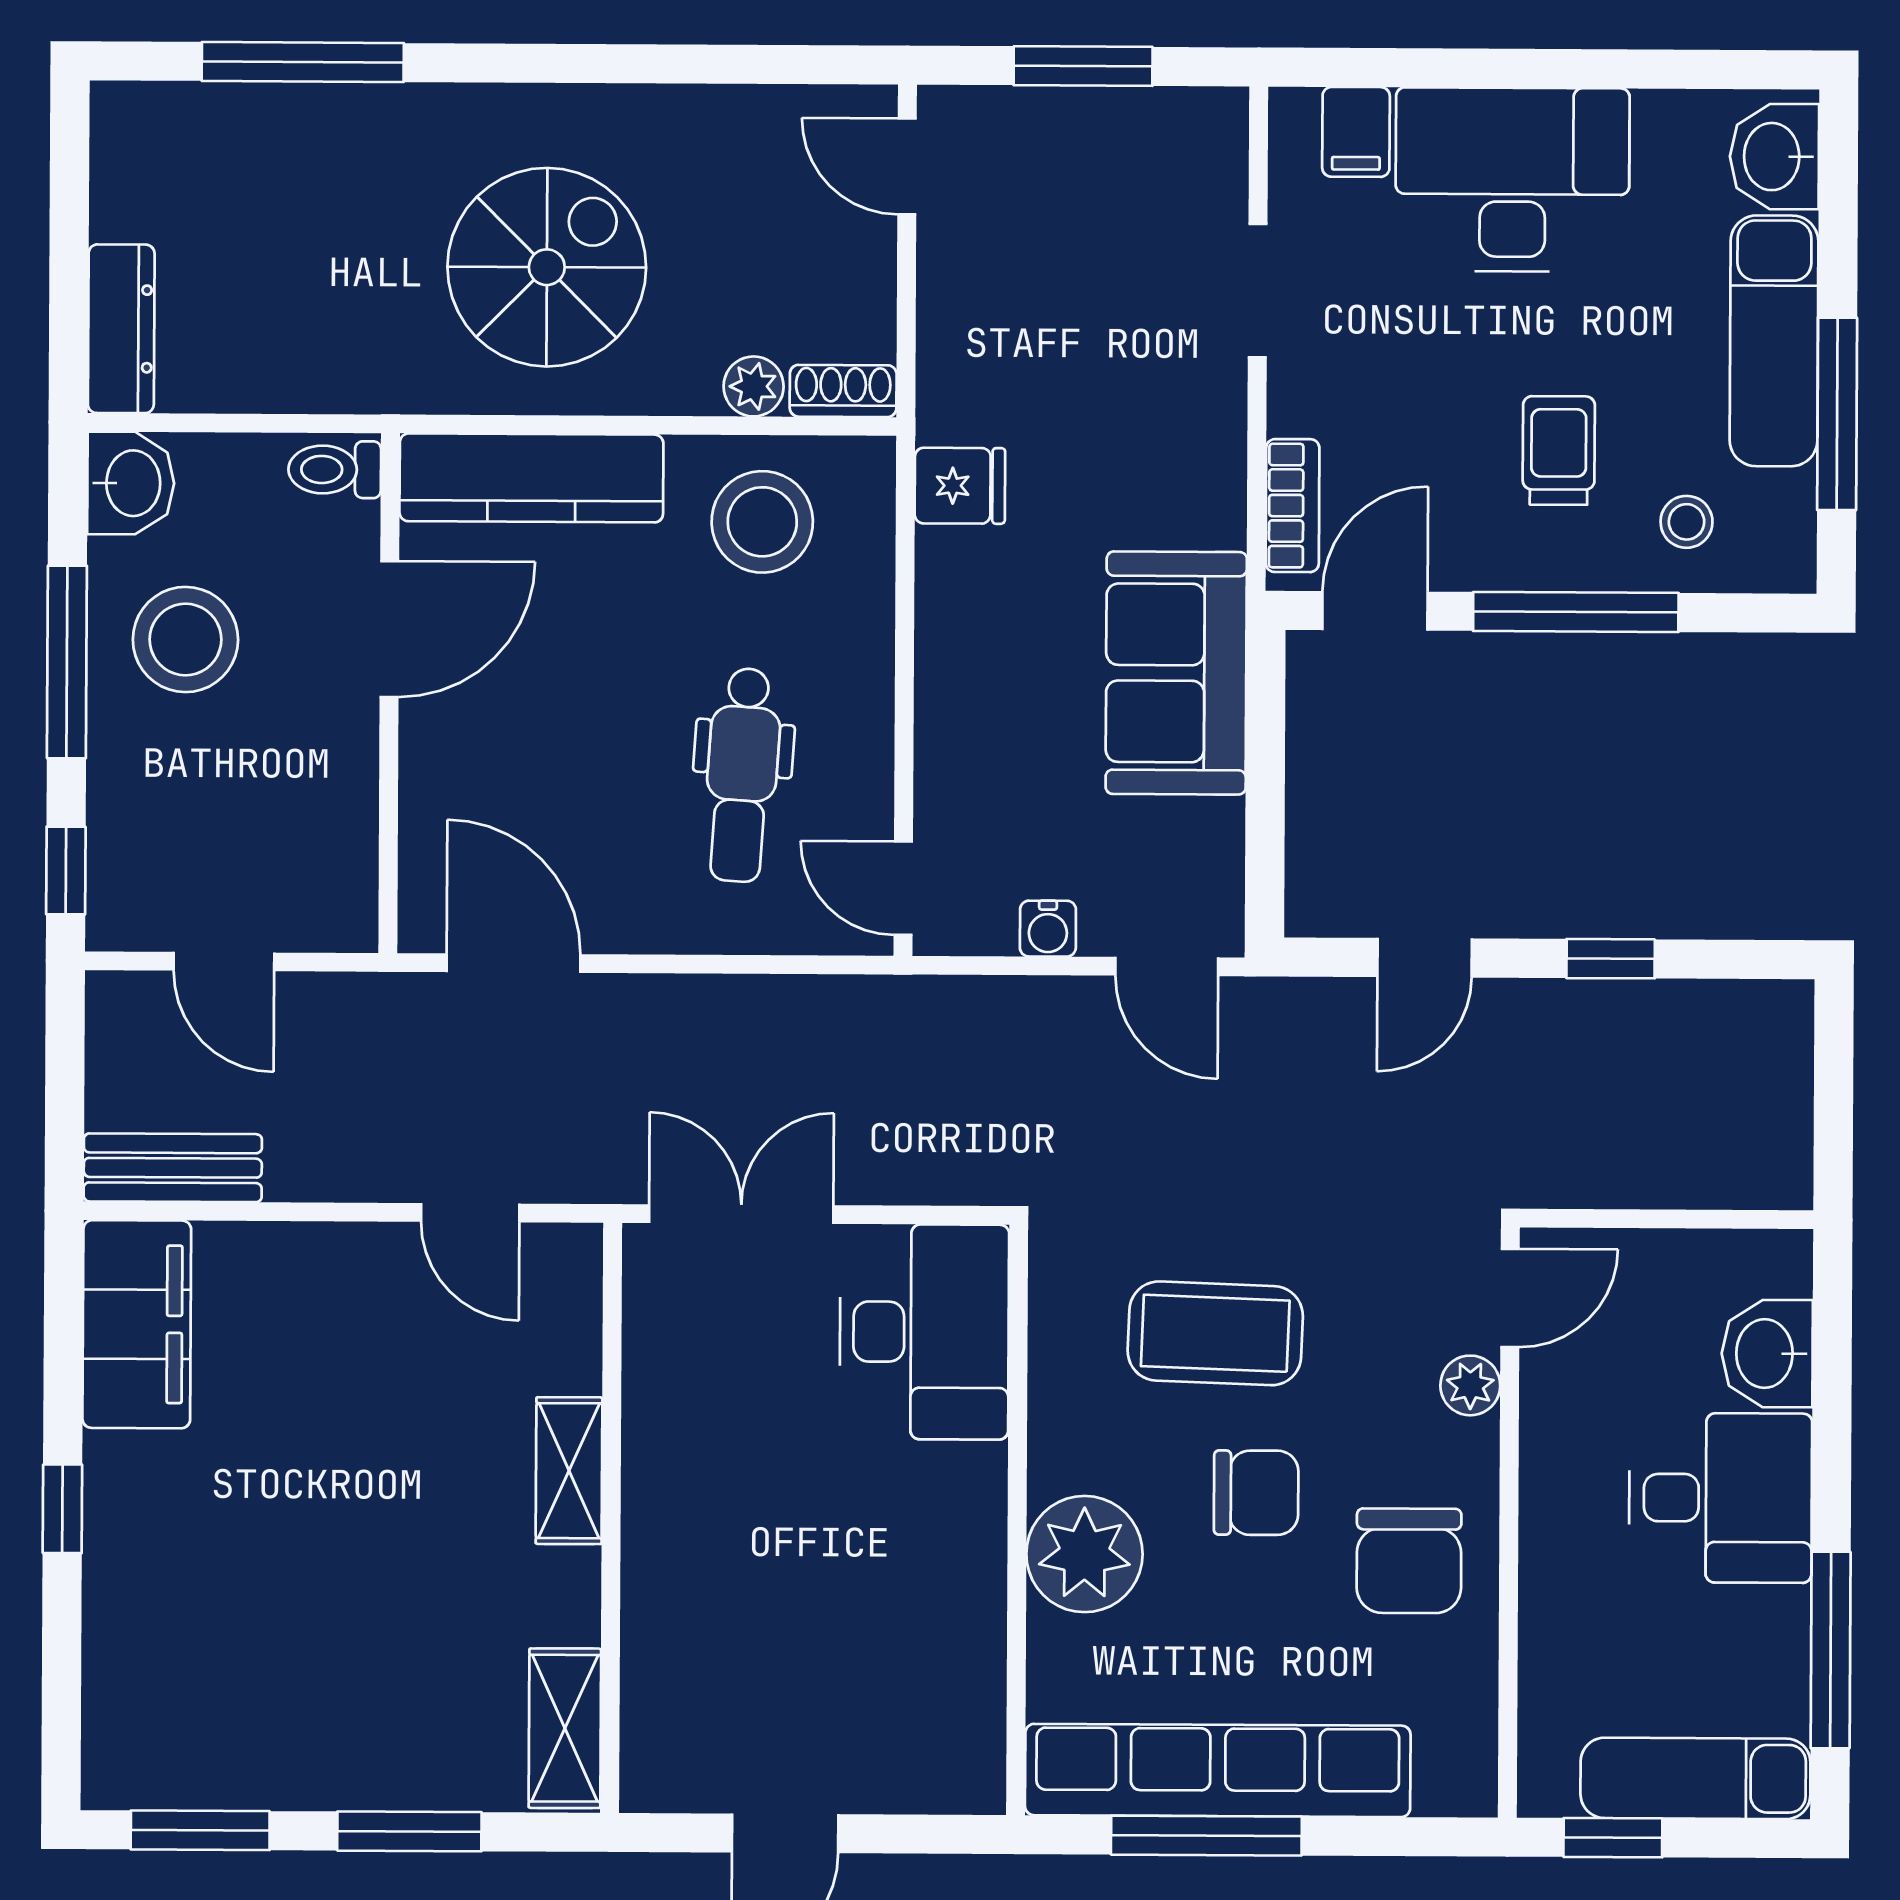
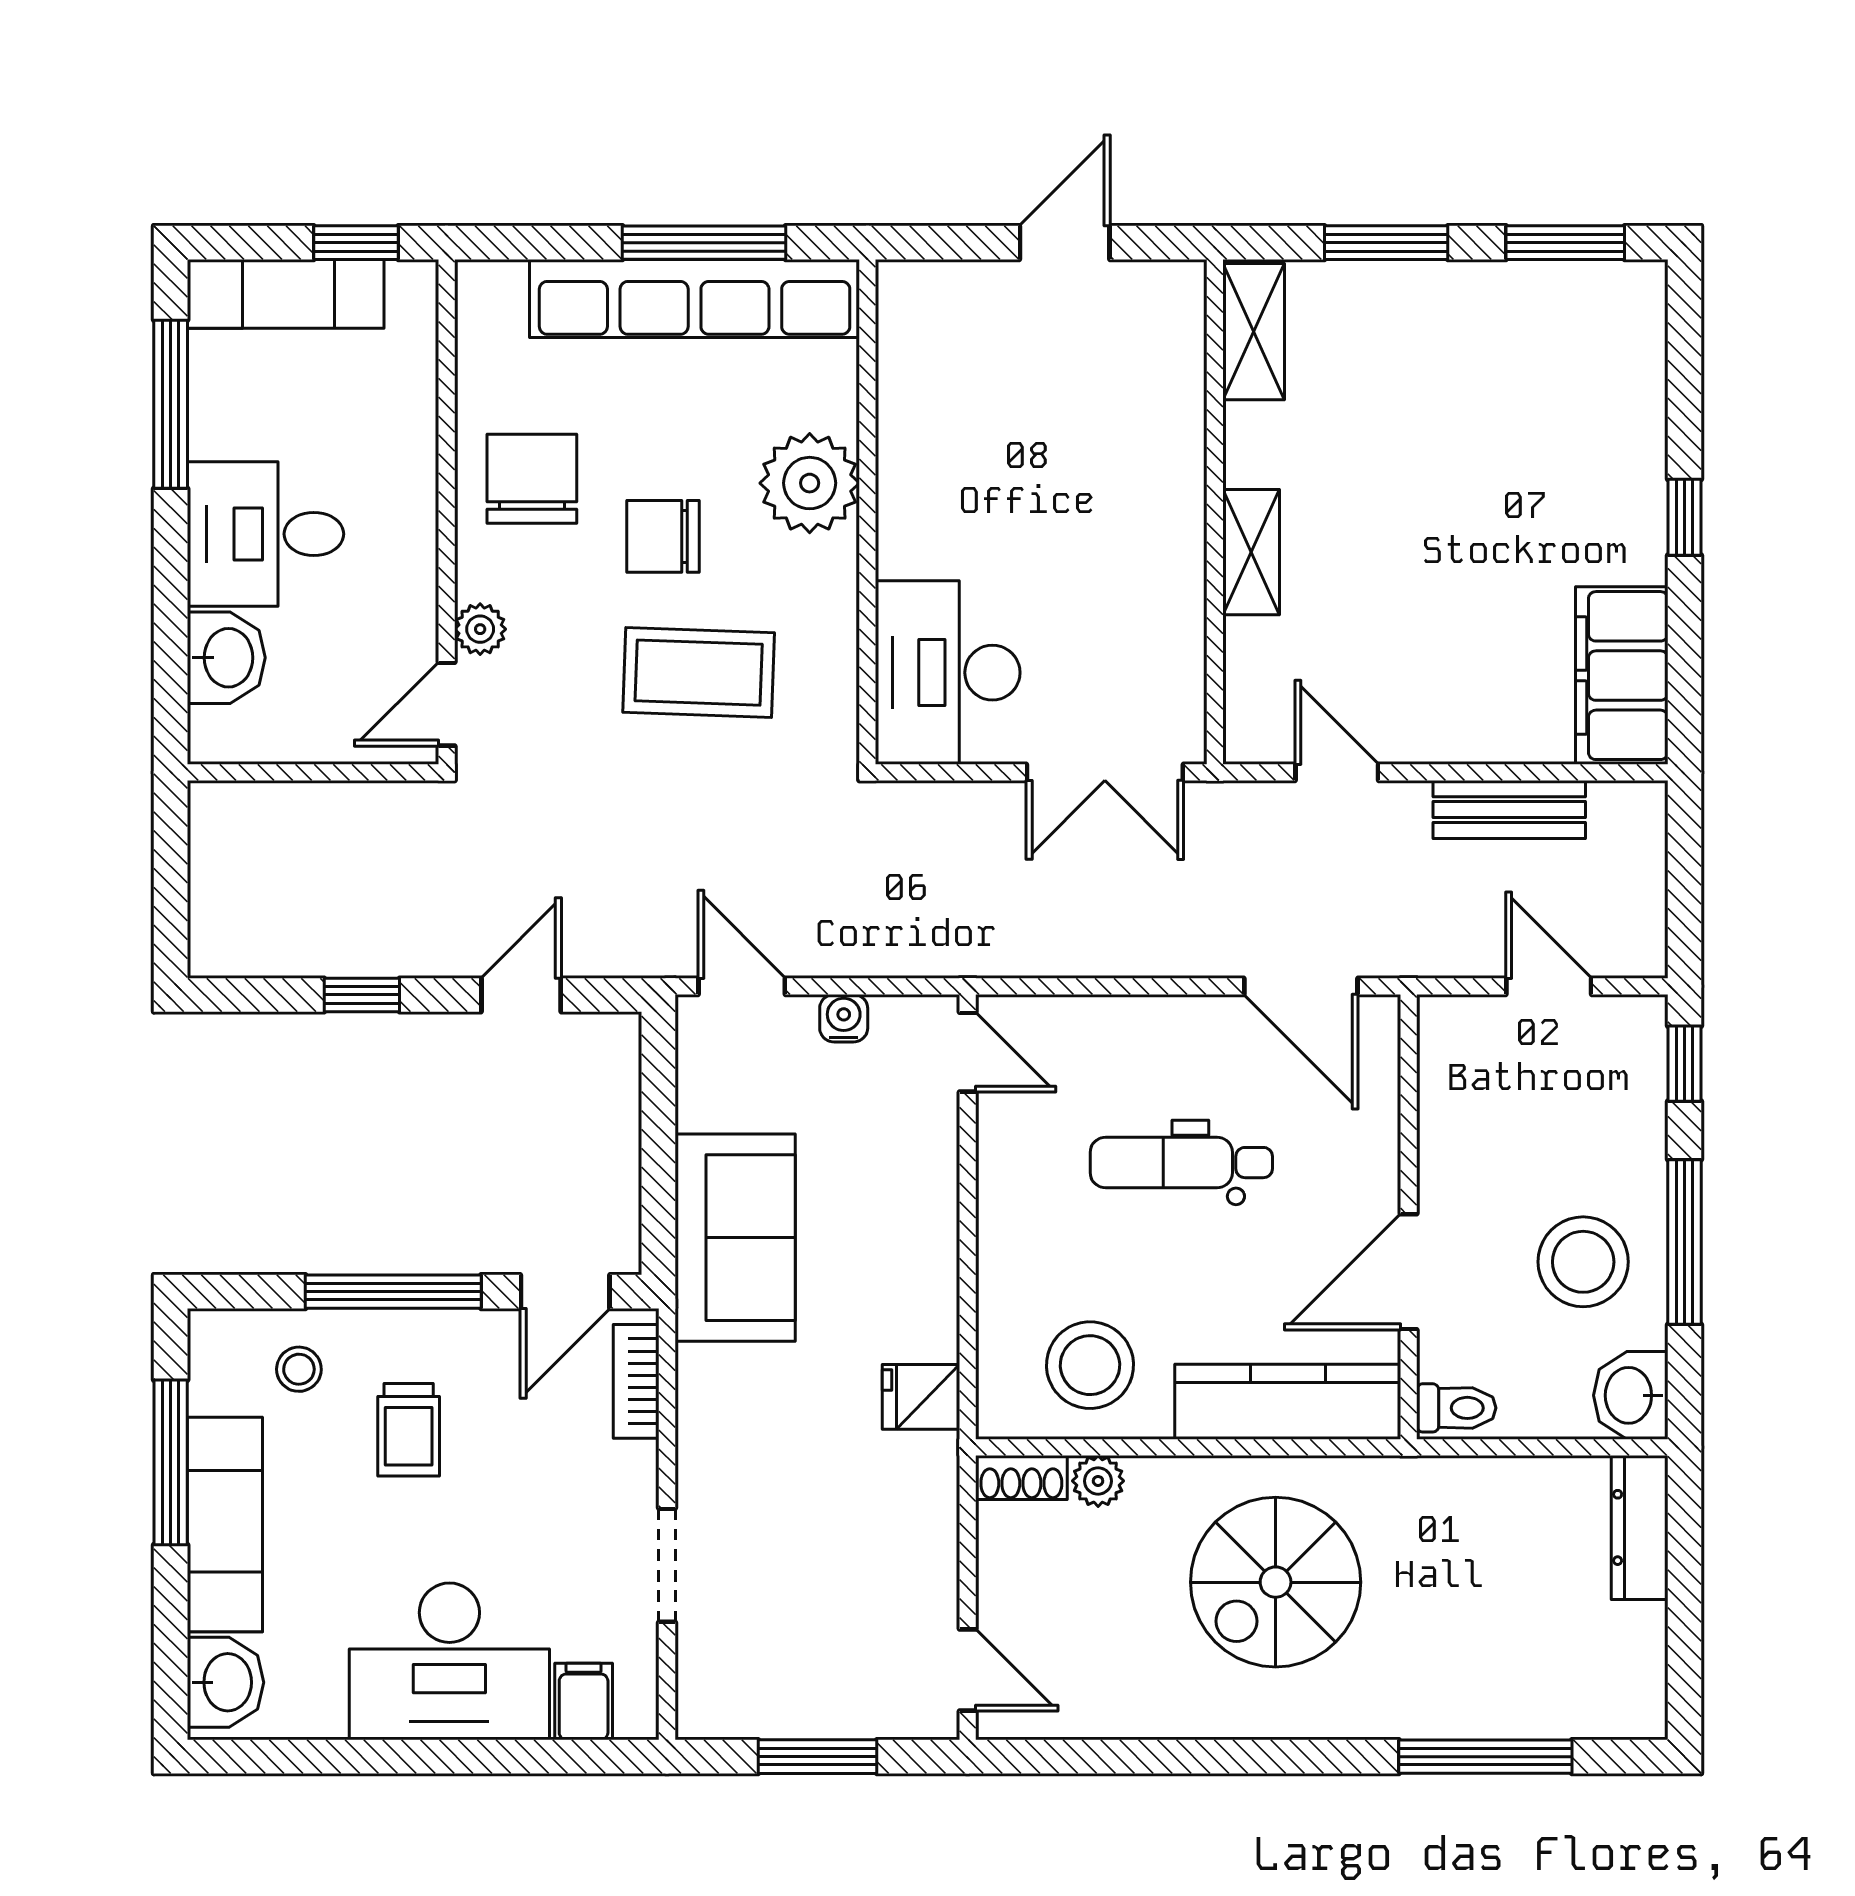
dental chair: (742, 775) -> (1181, 1163), moved, turned -94
bench: (173, 1168) -> (1509, 810), moved

